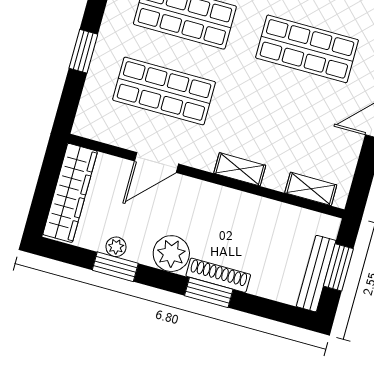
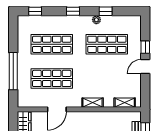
window: (83, 51) -> (13, 71), width x2.11

